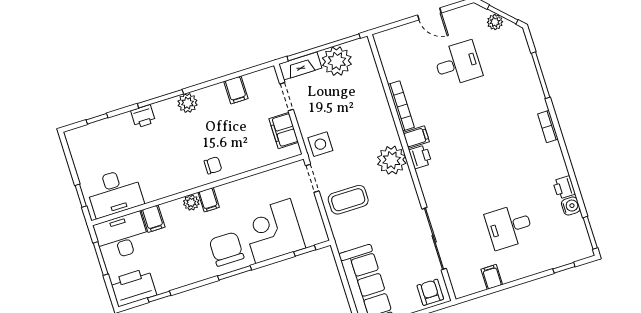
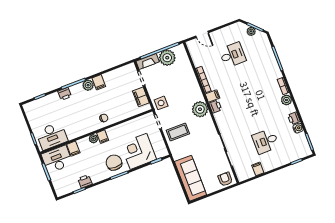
door: (429, 14) -> (202, 34), moved
filing cabinet: (236, 90) -> (99, 82), moved
plant: (553, 153) -> (286, 100), added
printer: (133, 287) -> (85, 181), moved, width x0.53, depth x0.68

